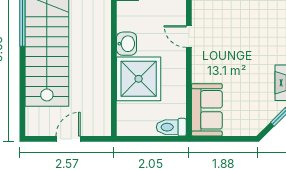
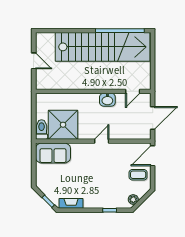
washbasin: (127, 44) -> (107, 100), moved
shower: (139, 79) -> (63, 125), moved

